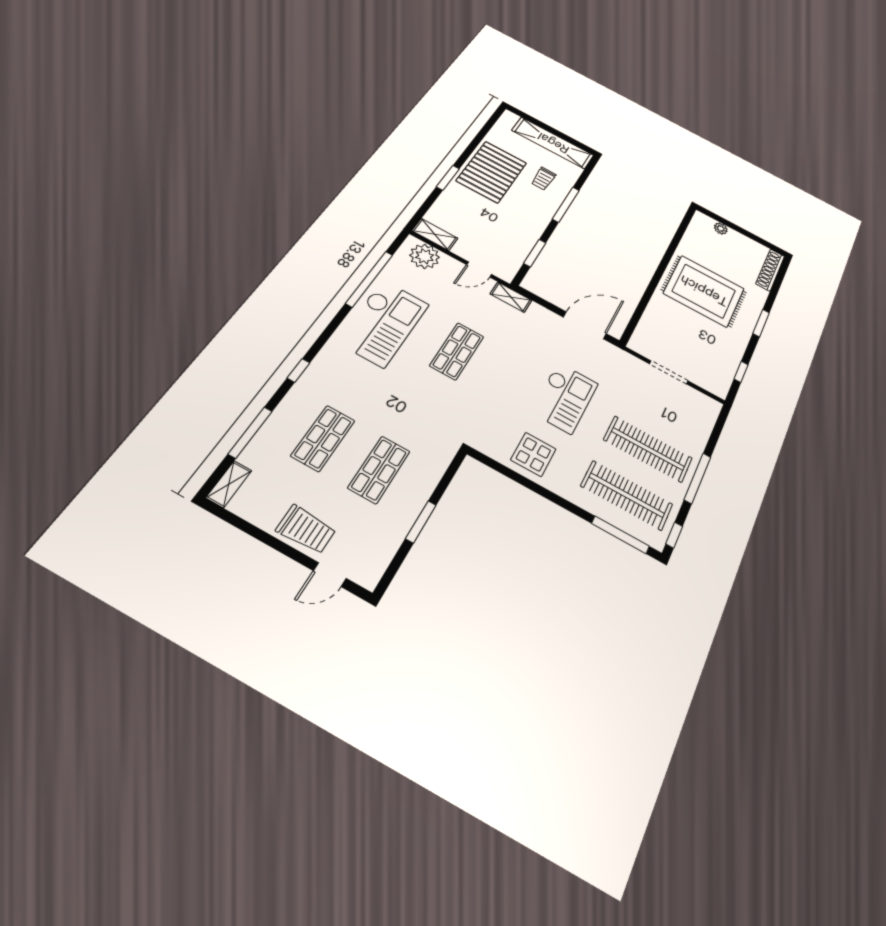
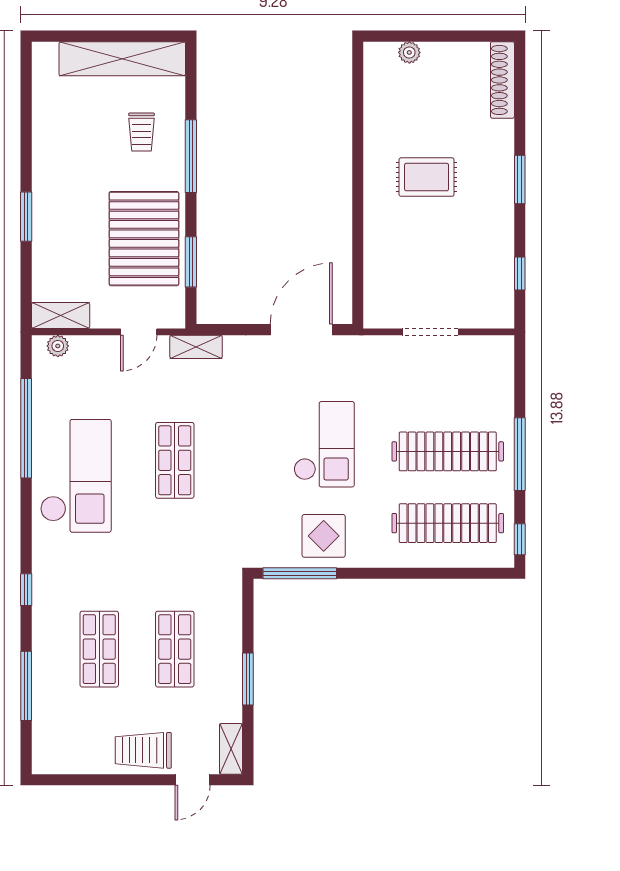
pallet: (492, 172) -> (144, 239), moved
plant: (425, 256) -> (58, 346), width x0.53, depth x0.53
rug: (704, 291) -> (427, 177), width x0.54, depth x0.49
shelving: (229, 484) -> (231, 749), moved
trolley: (306, 529) -> (143, 750), turned 180
window: (620, 535) -> (300, 573), moved

